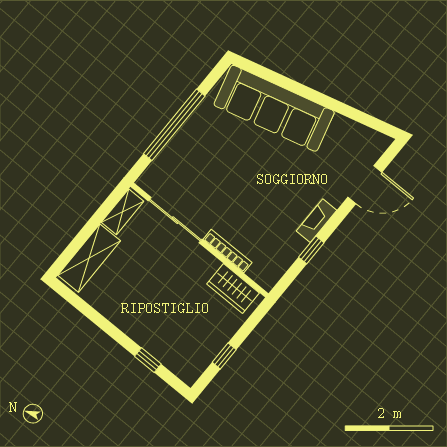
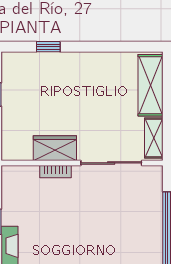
bookcase: (228, 251) -> (55, 172), width x0.64
wardrobe: (233, 288) -> (55, 148), moved

